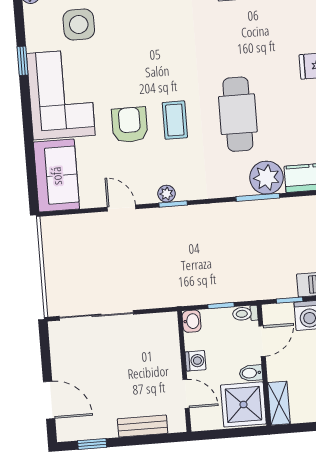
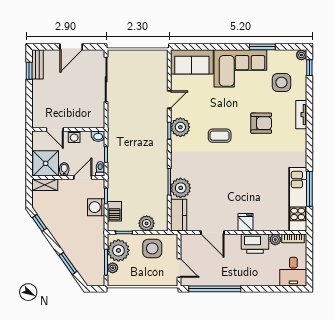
window: (22, 61) -> (262, 47), width x1.50
cafe table: (238, 114) -> (220, 174), removed
armchair: (130, 125) -> (261, 123), moved
plant: (167, 194) -> (180, 127), width x1.87, depth x1.87
door: (262, 341) -> (83, 178), swing flipped
door: (186, 394) -> (55, 129), hinge flipped
door: (49, 400) -> (71, 47), moved
bench: (143, 426) -> (38, 64), moved

